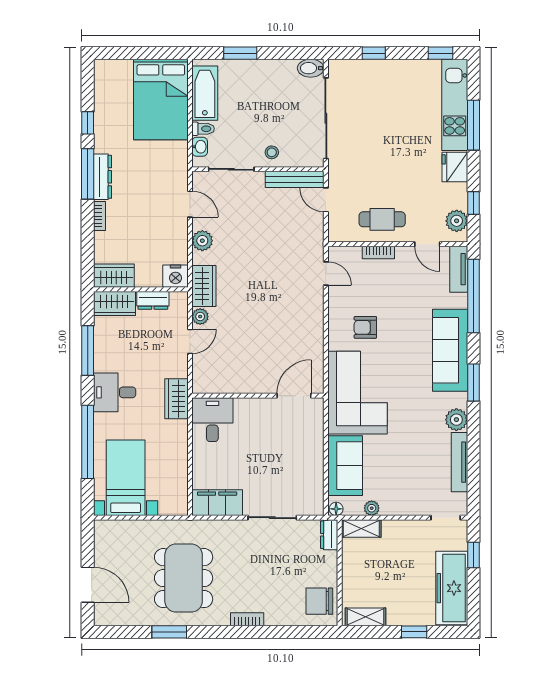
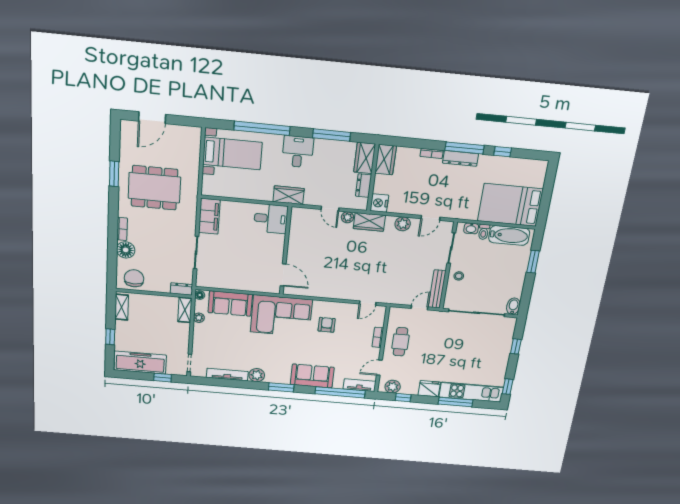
sofa: (450, 350) -> (312, 376), width x0.73
floor lamp: (278, 614) -> (126, 250), added

